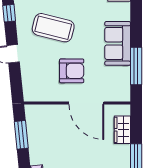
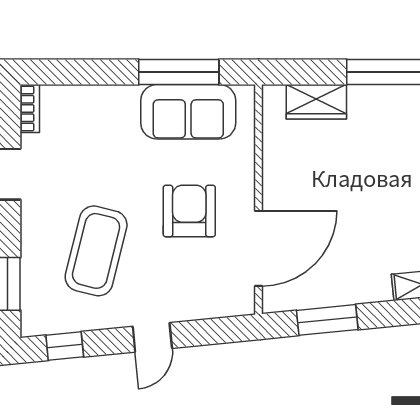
sofa: (118, 43) -> (188, 112), moved
door: (86, 103) -> (259, 248), moved

